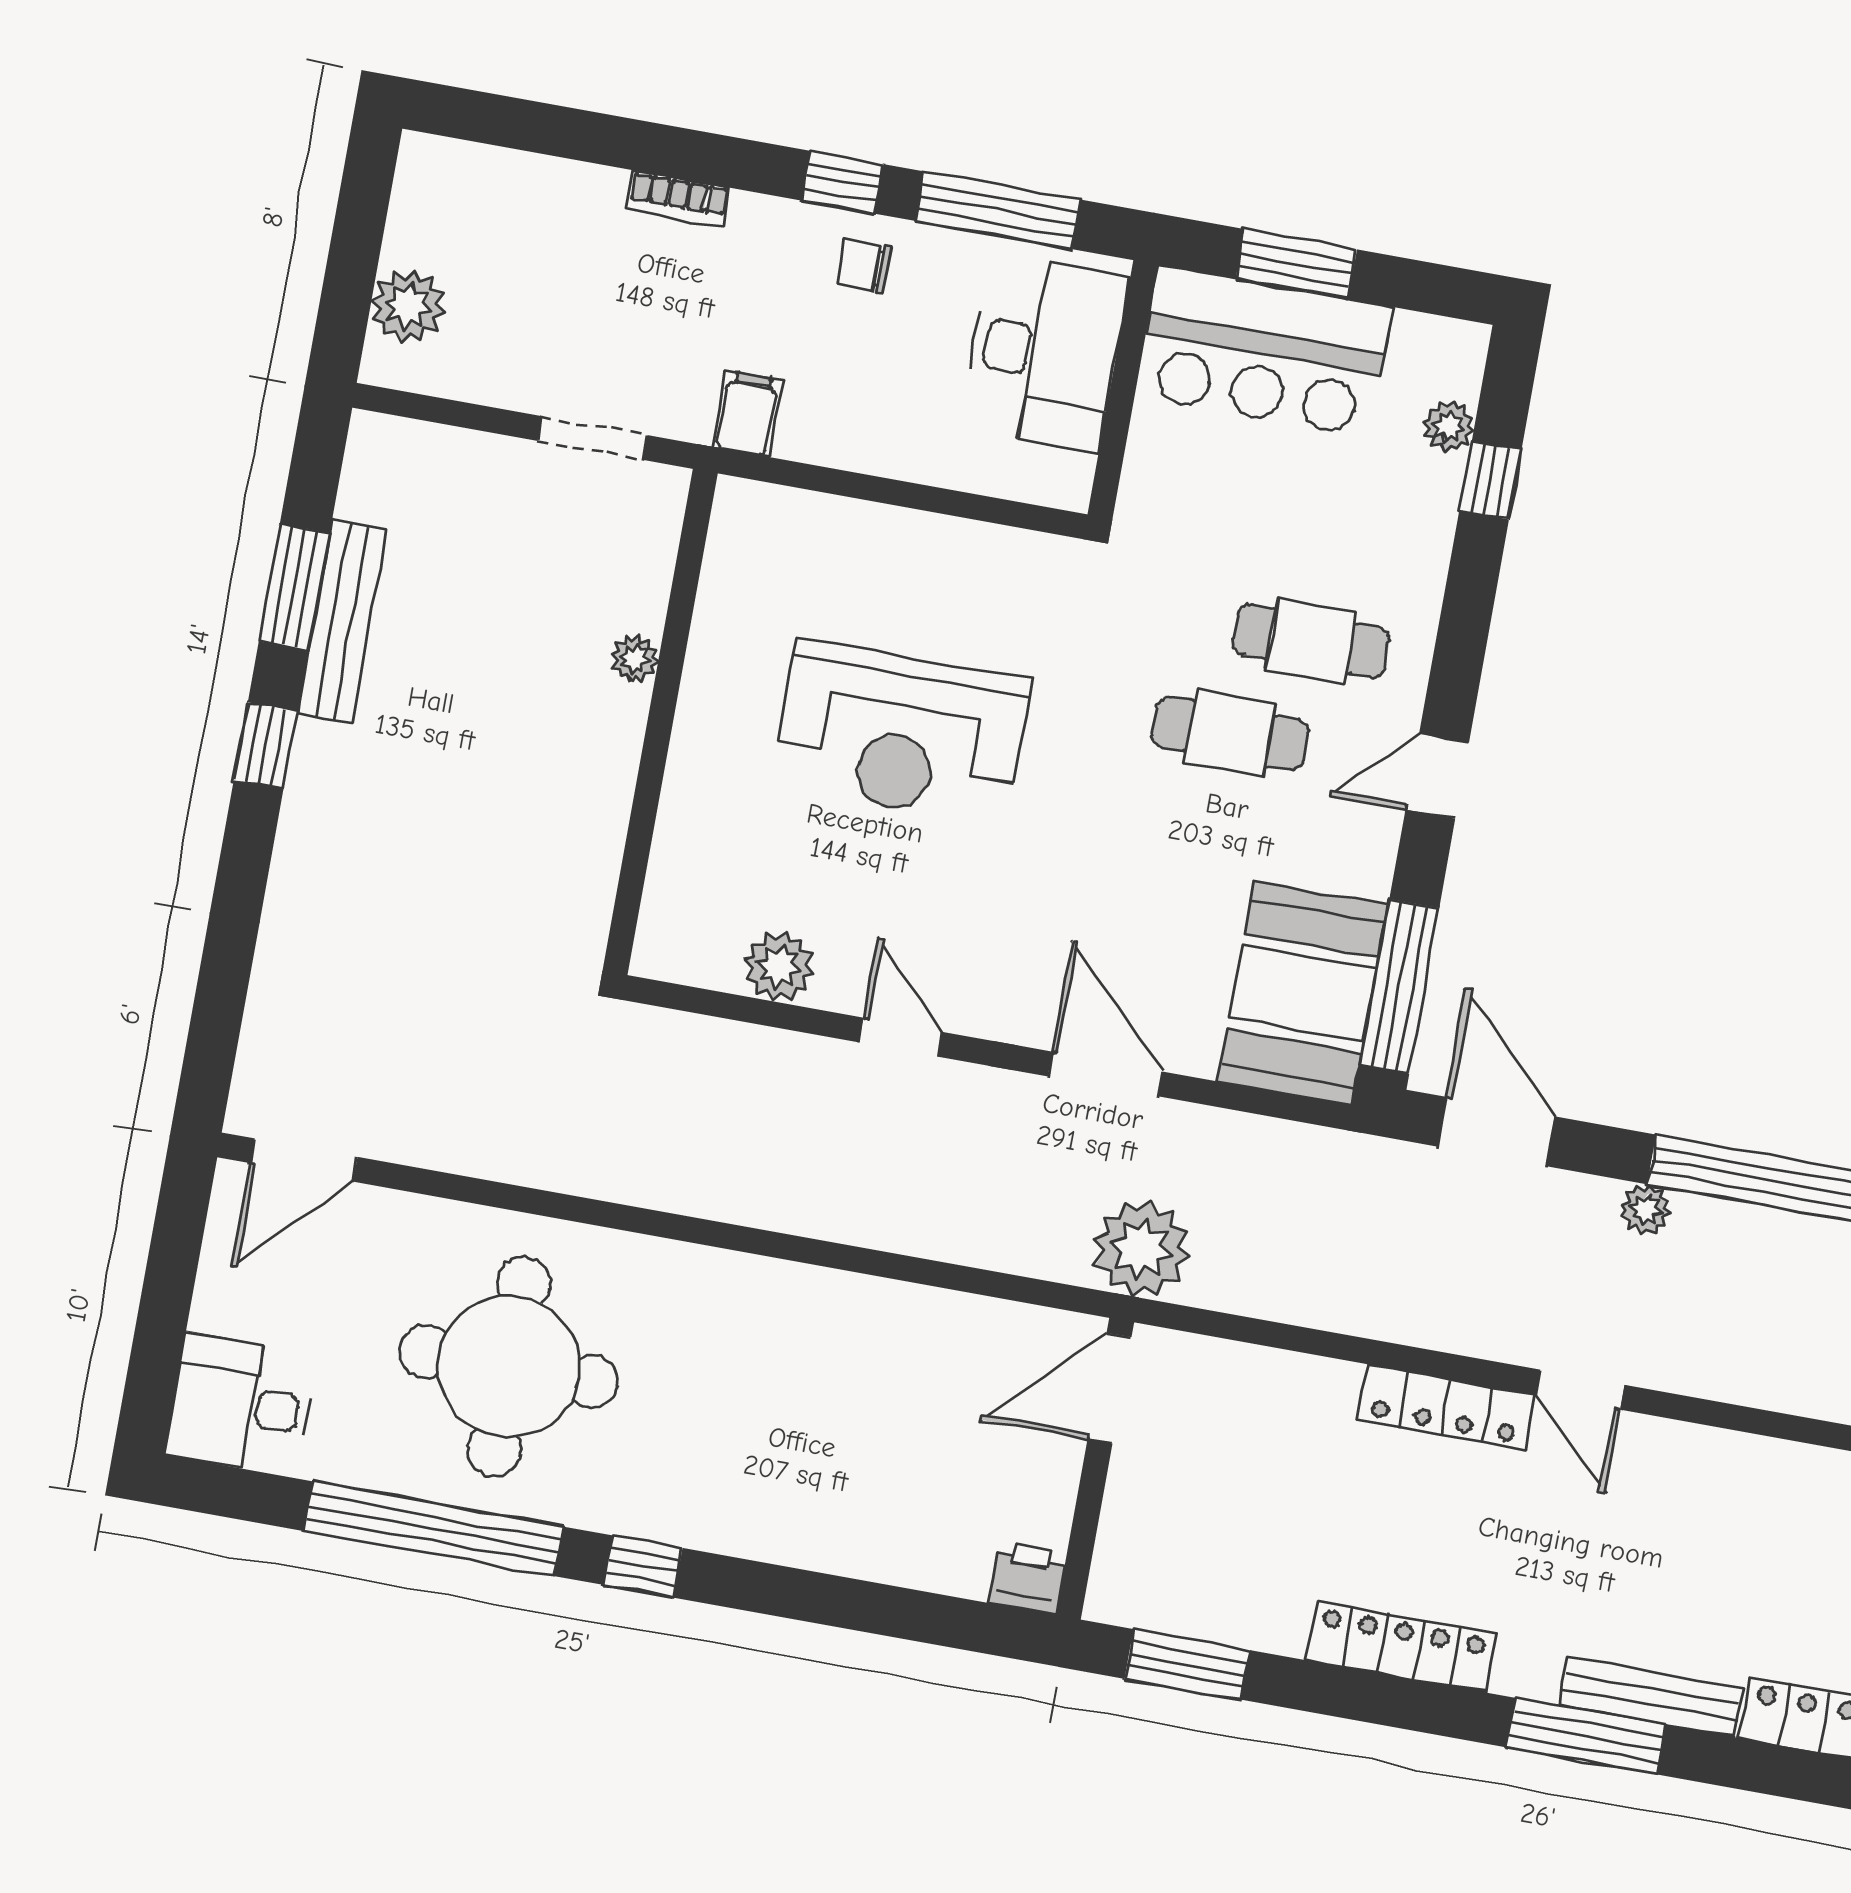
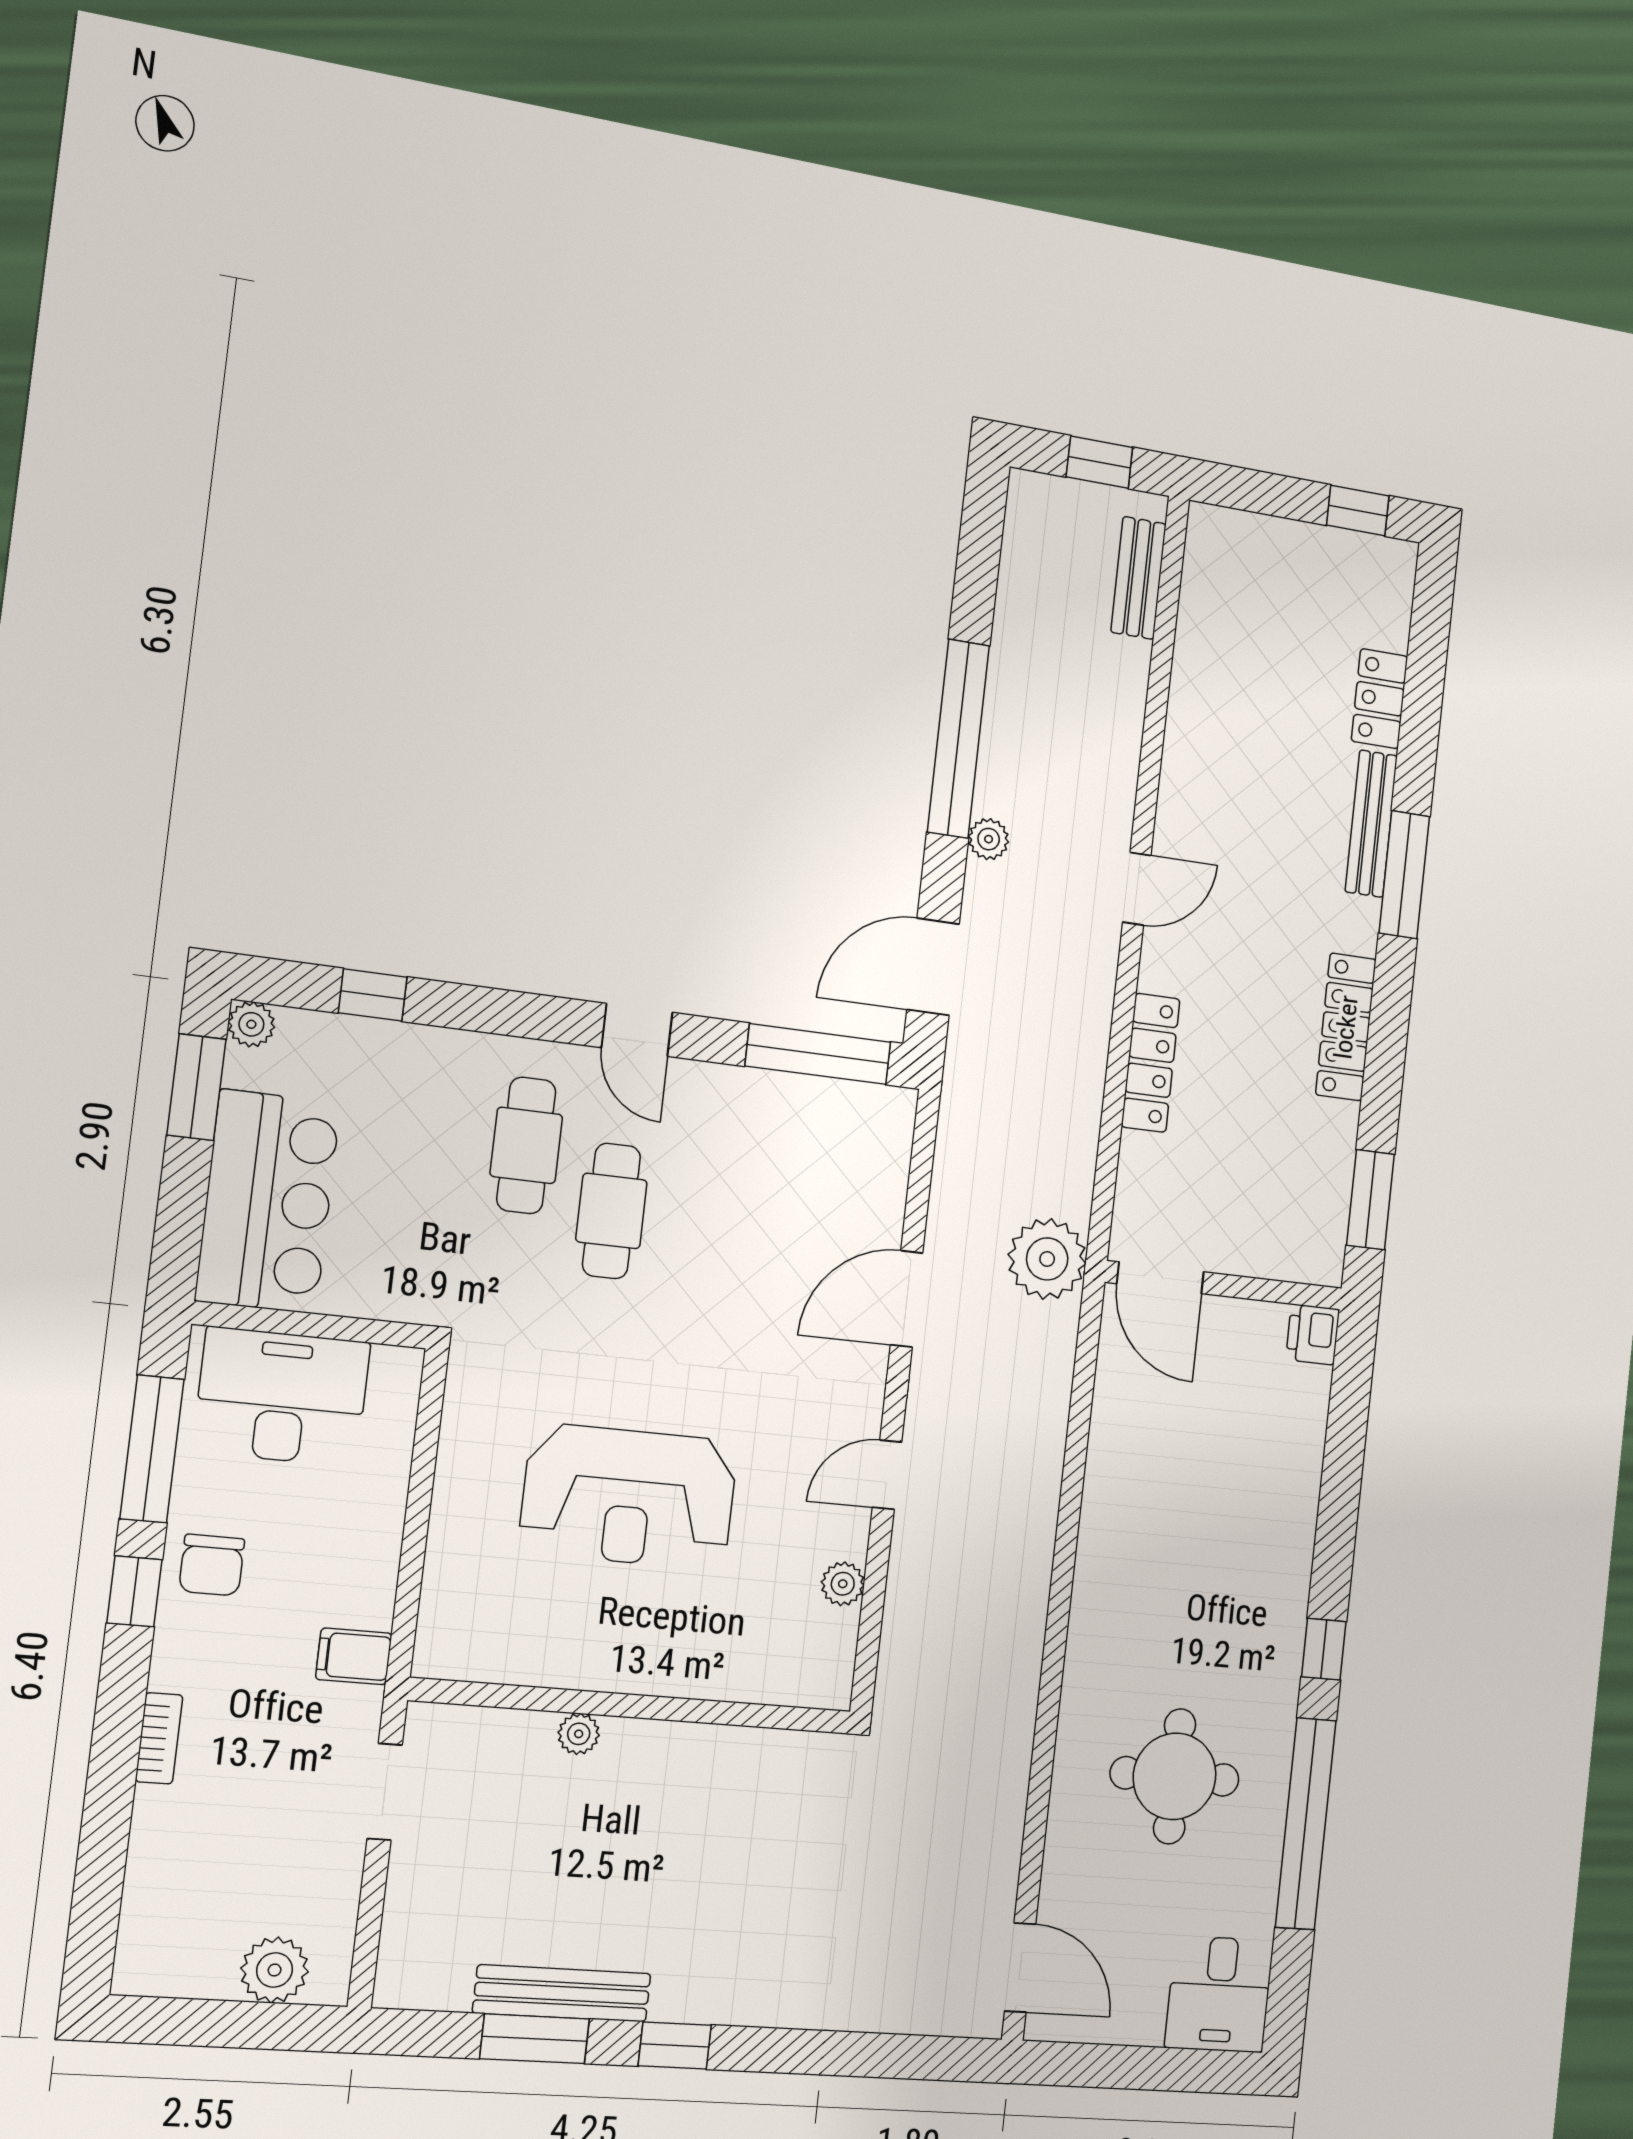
window: (1296, 264) -> (196, 1087), moved
chair: (864, 266) -> (212, 1565), width x1.37, depth x1.37
plant: (1449, 427) -> (251, 1024), moved
reception desk: (901, 733) -> (629, 1496), turned 90
plant: (779, 967) -> (843, 1584), width x0.73, depth x0.73
booth: (1303, 993) -> (829, 1136), removed
round table: (509, 1366) -> (1175, 1776), width x0.73, depth x0.73
locker: (1446, 1407) -> (1151, 1063), moved

